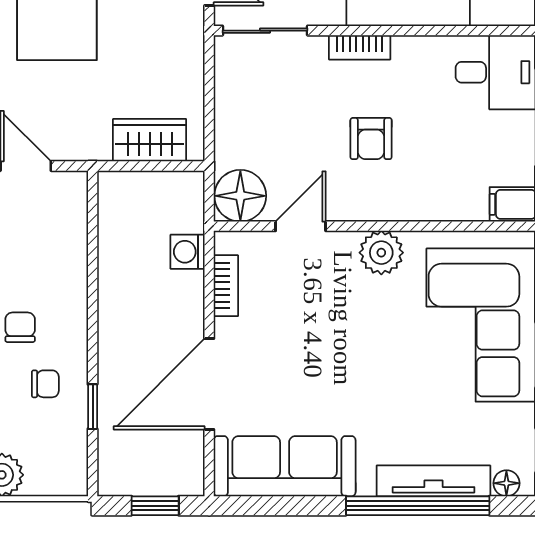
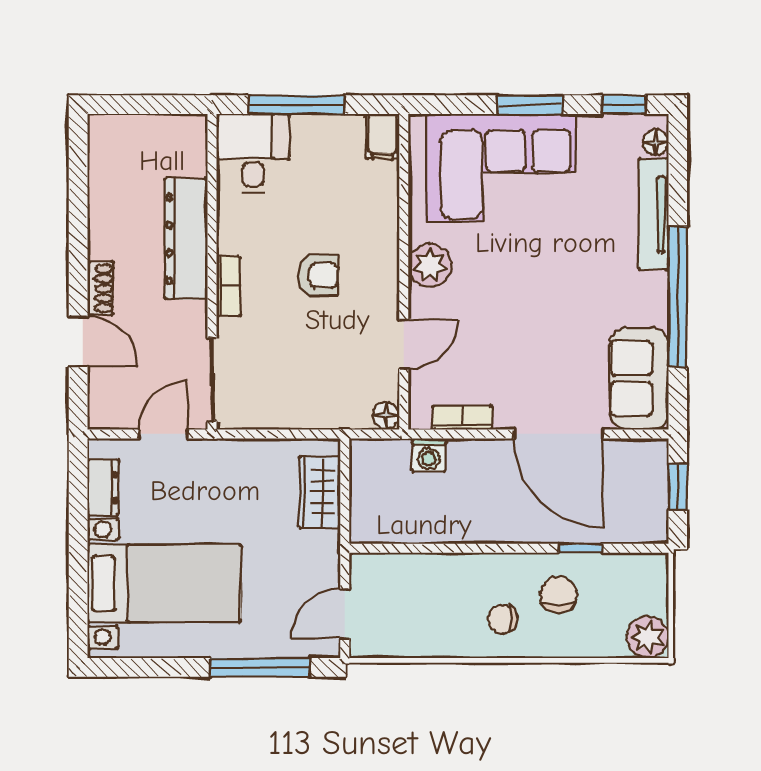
floor lamp: (240, 196) -> (386, 415), width x0.53, depth x0.53
door: (301, 226) -> (404, 344), swing flipped
chair: (45, 384) -> (558, 595), width x1.37, depth x1.37
sofa: (285, 466) -> (639, 378), width x0.73
window: (418, 506) -> (678, 296), moved

